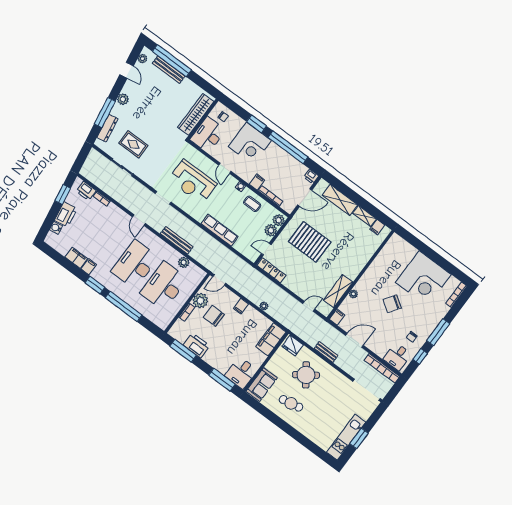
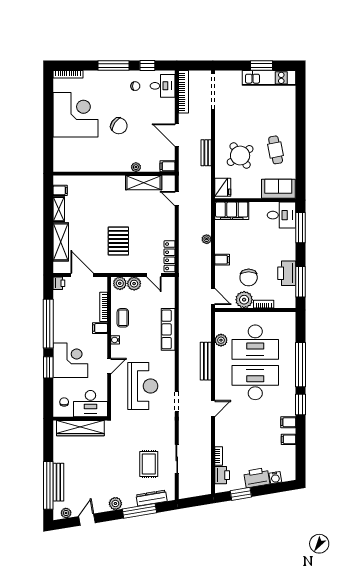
pallet: (310, 242) -> (118, 241), width x0.73, depth x0.71
filing cabinet: (76, 258) -> (289, 439), width x0.50
desk: (135, 264) -> (255, 383), turned 180

